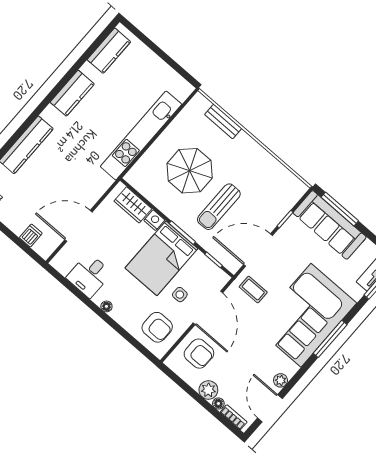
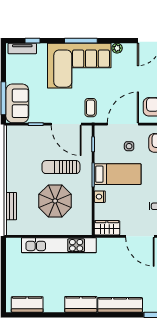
kitchen counter: (72, 93) -> (81, 304), moved
wardrobe: (133, 205) -> (107, 228), moved, turned -90
sun lounger: (219, 207) -> (61, 167), turned 180
sofa: (330, 225) -> (17, 103), width x0.73
bed: (161, 258) -> (118, 174), width x0.67
plant: (281, 380) -> (117, 48), moved

